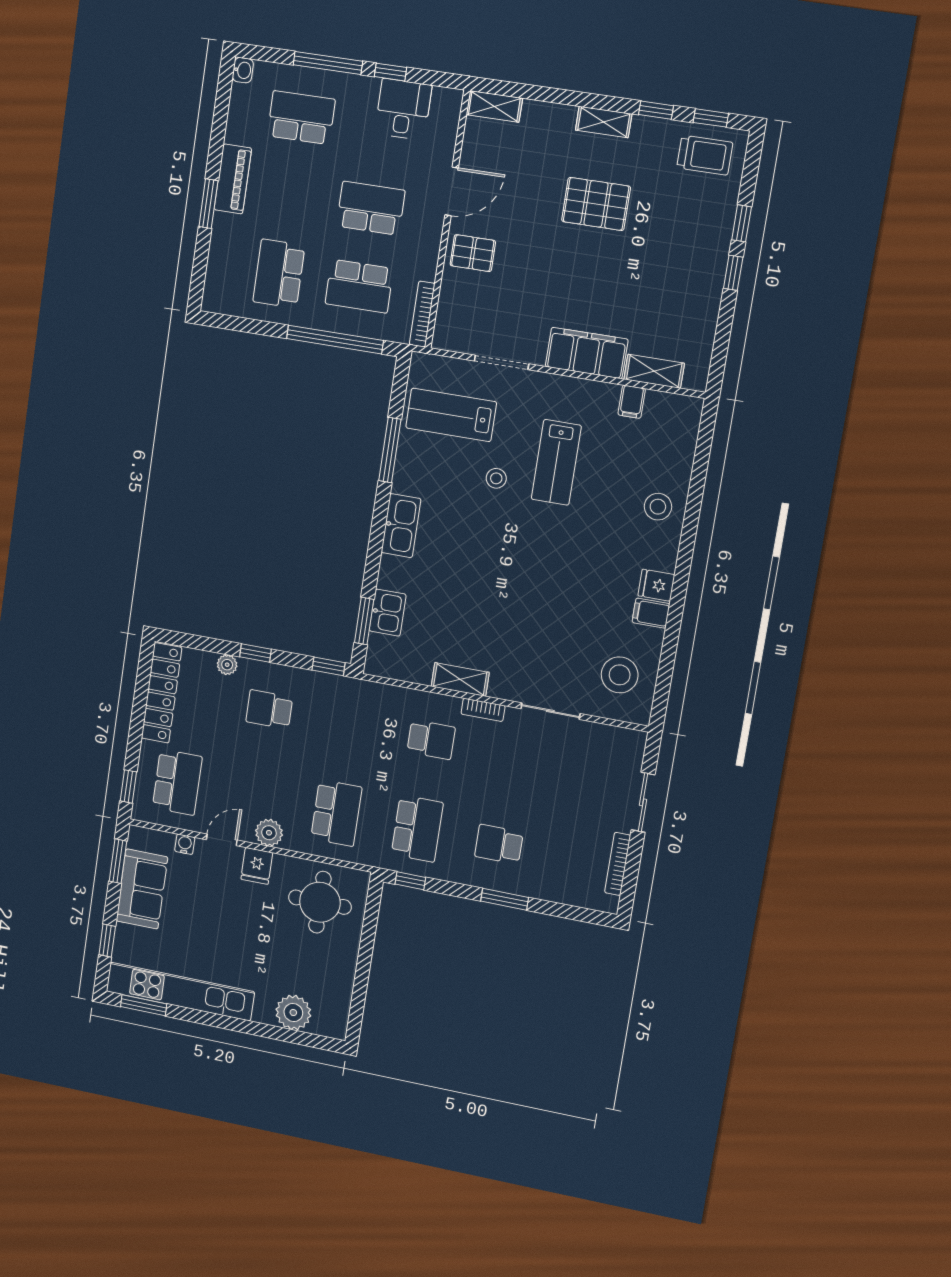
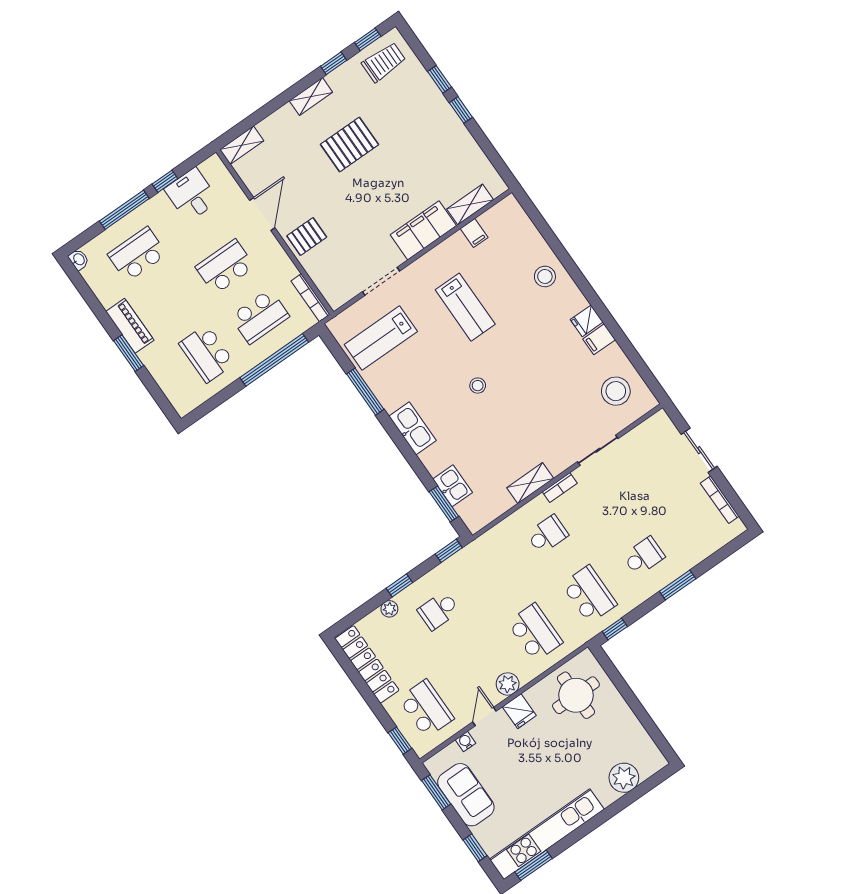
stool: (496, 478) -> (478, 386), moved
school desk: (499, 844) -> (644, 556), turned 180

